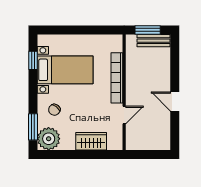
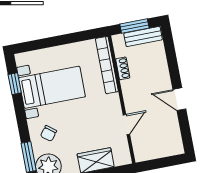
shoe rack: (130, 65) -> (123, 68), added
bookcase: (117, 78) -> (107, 65), moved

